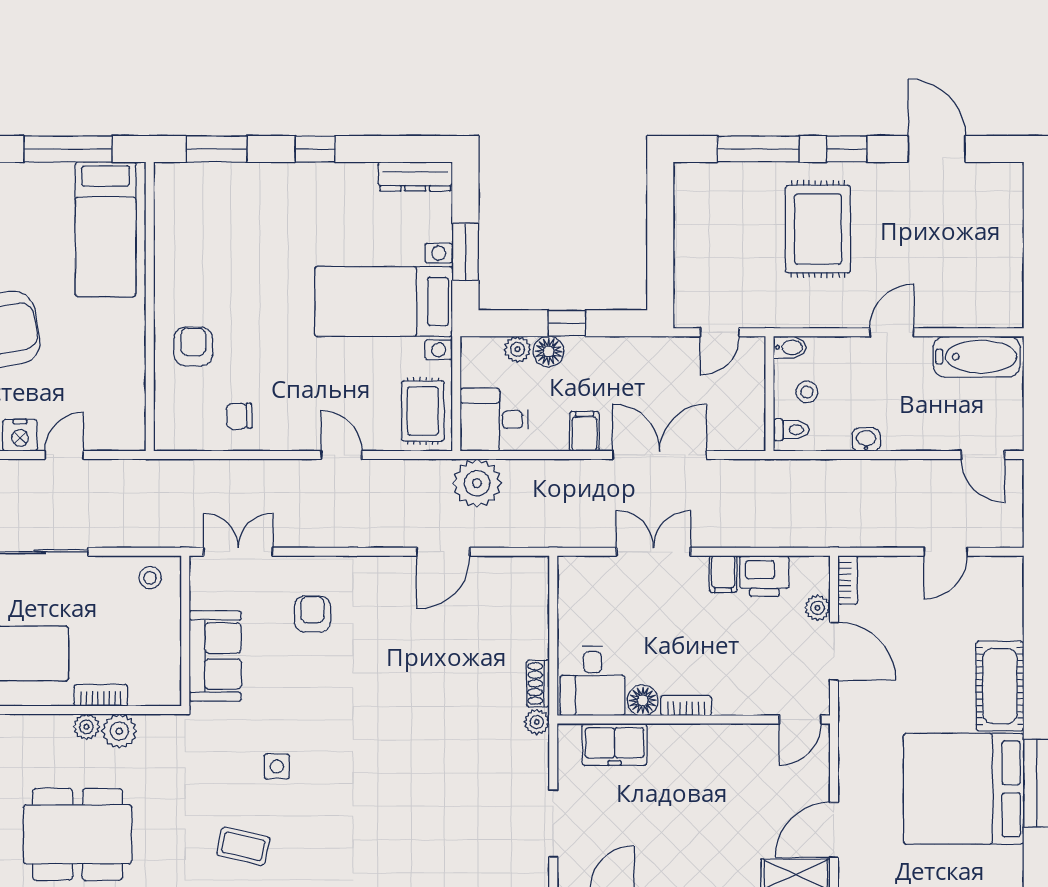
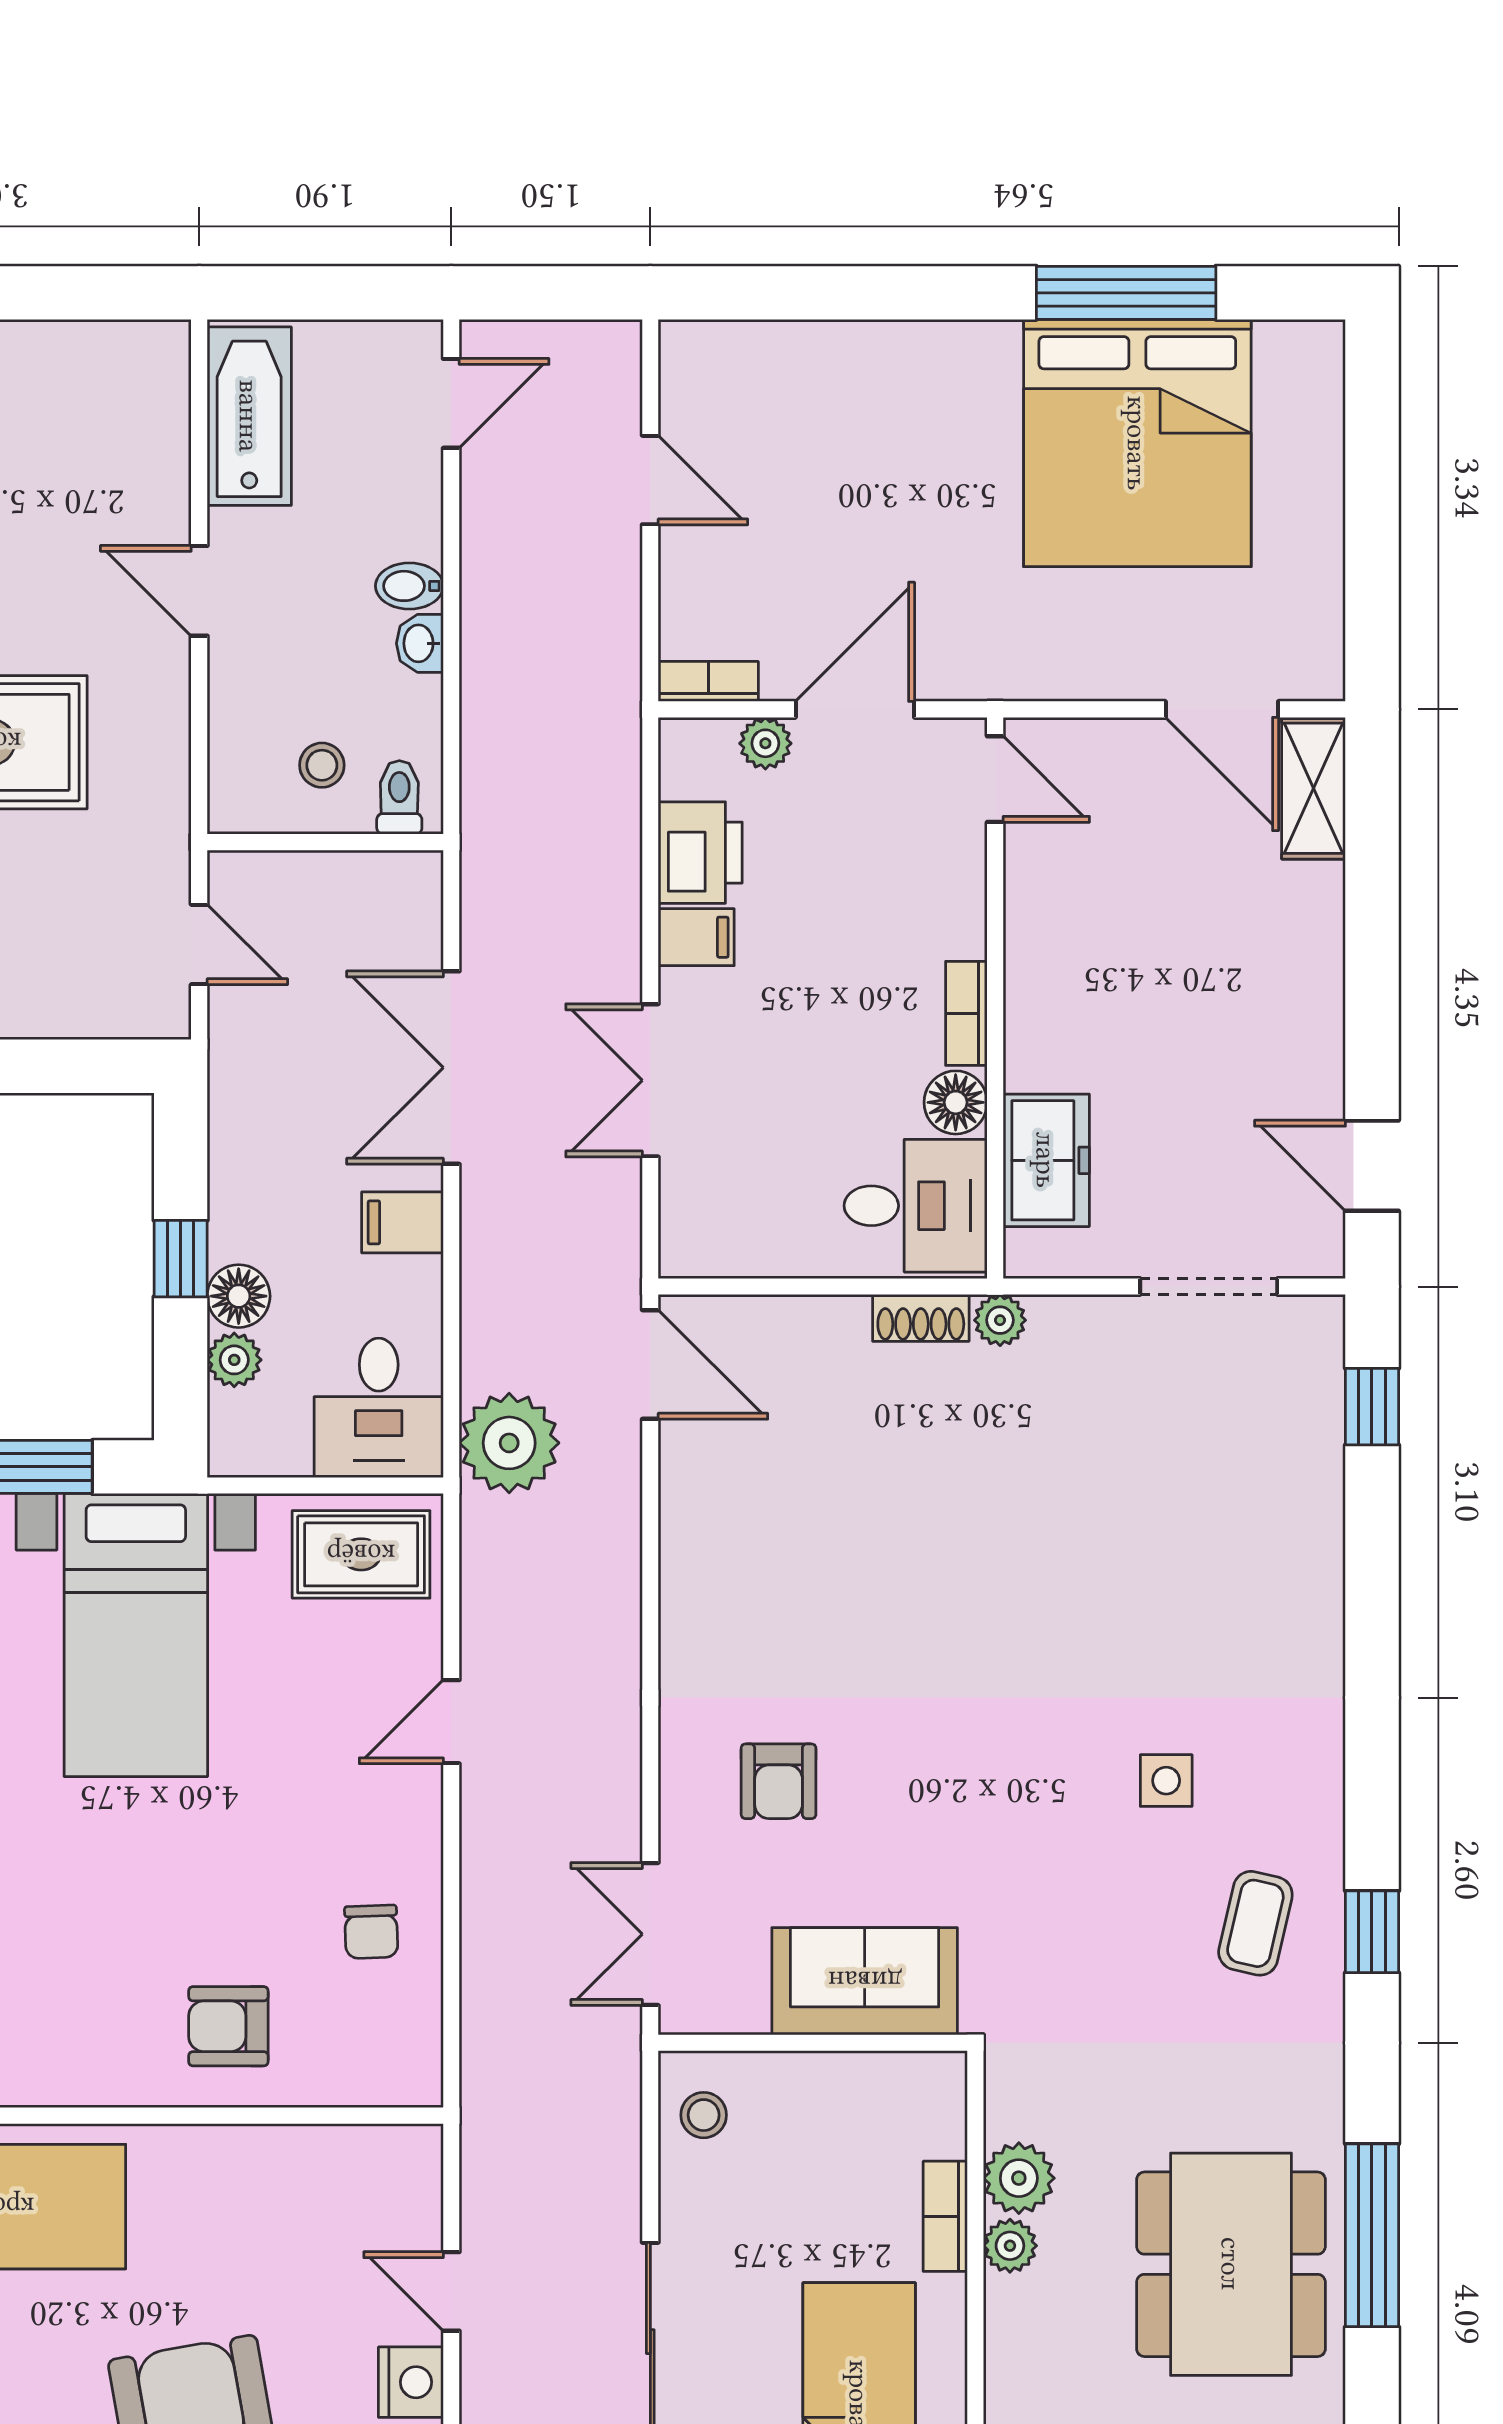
bidet: (790, 347) -> (409, 586), moved, turned -90
door: (443, 552) -> (650, 1364), moved
armchair: (312, 614) -> (779, 1781), turned -90
cot: (1000, 686) -> (926, 368), removed
side table: (277, 766) -> (1166, 1781), moved

